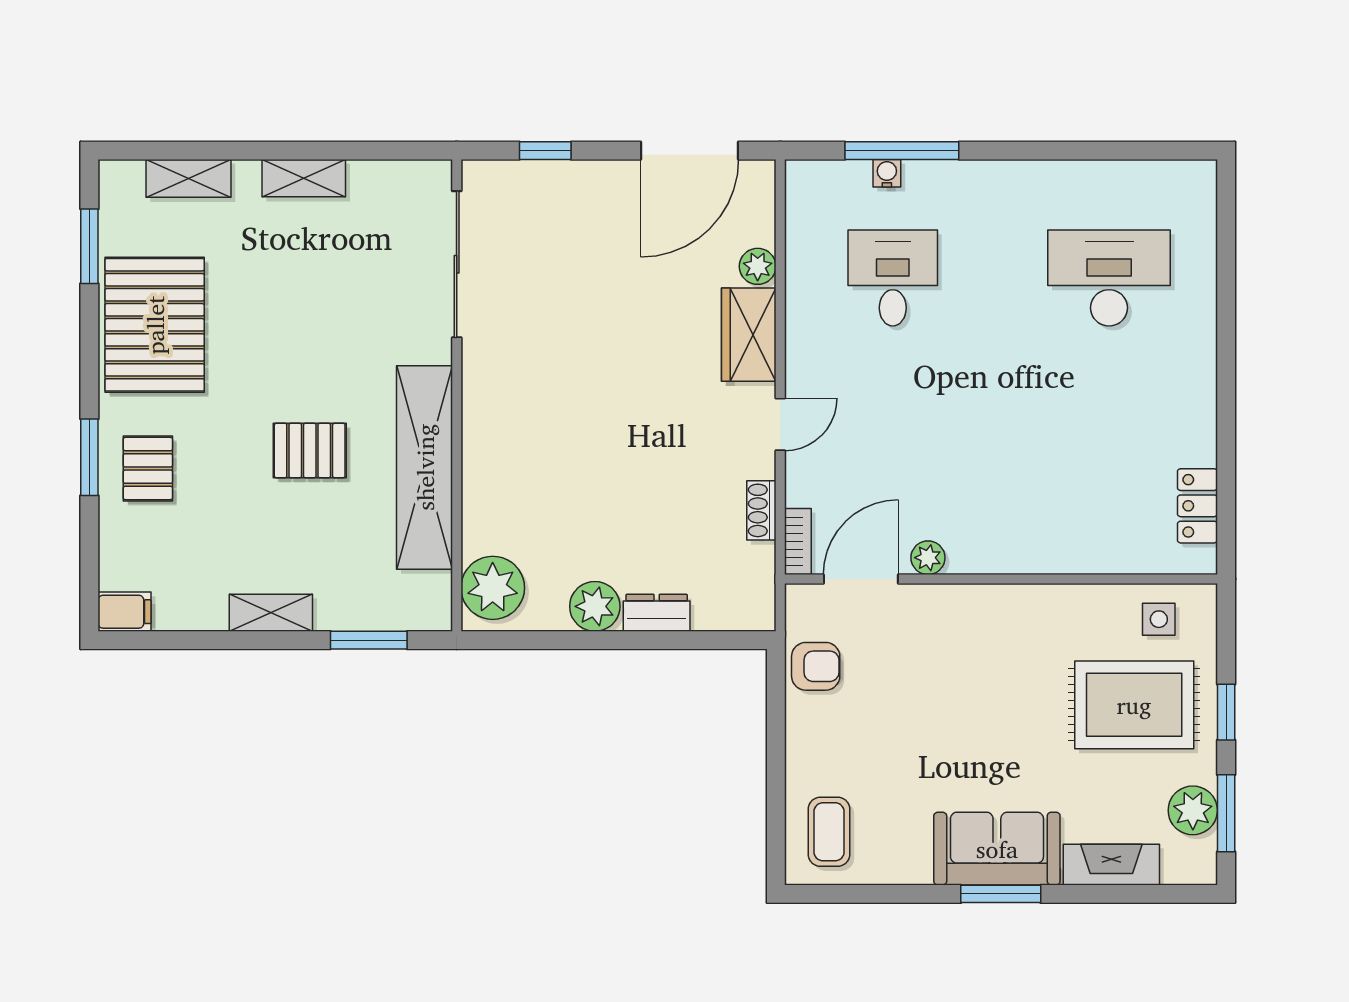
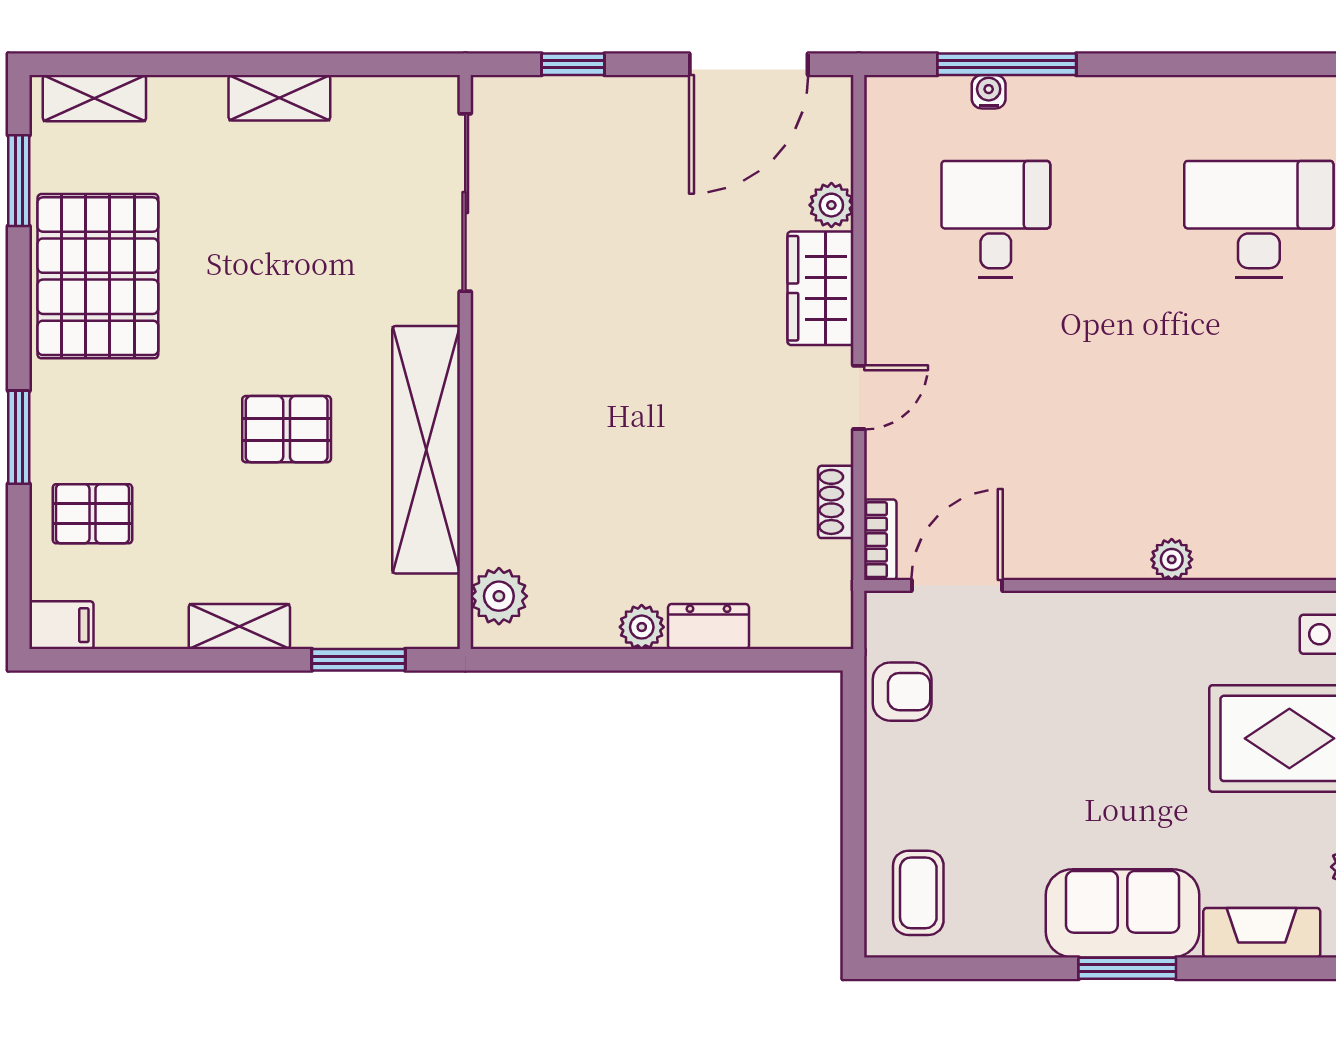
shelving: (188, 178) -> (94, 98), moved
pallet: (148, 469) -> (92, 514), moved, turned 90
plant: (928, 558) -> (1172, 559), moved
plant: (493, 588) -> (499, 596), width x0.73, depth x0.73
plant: (595, 606) -> (642, 627), width x0.73, depth x0.73

